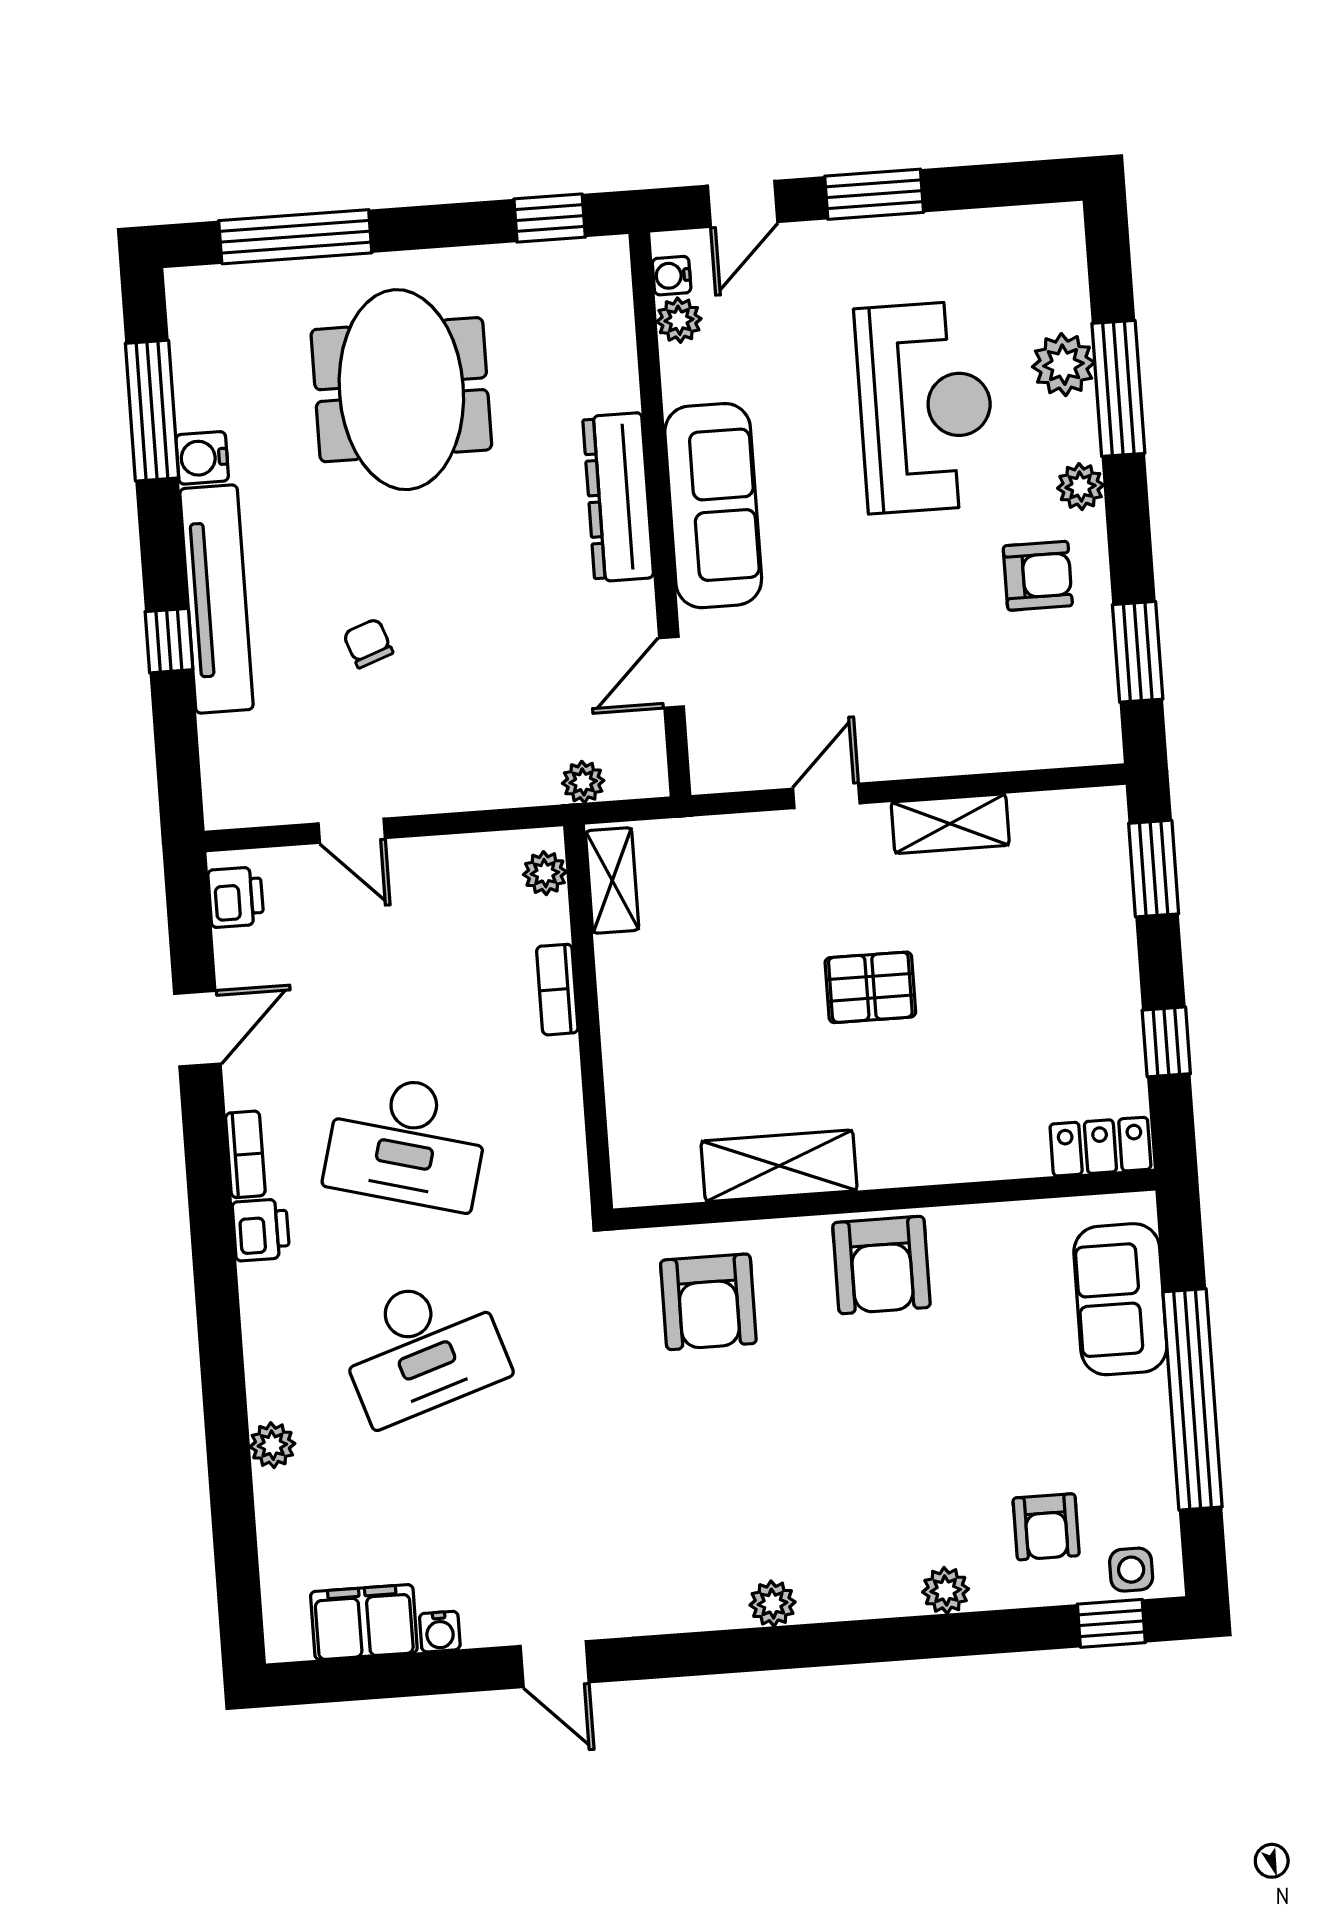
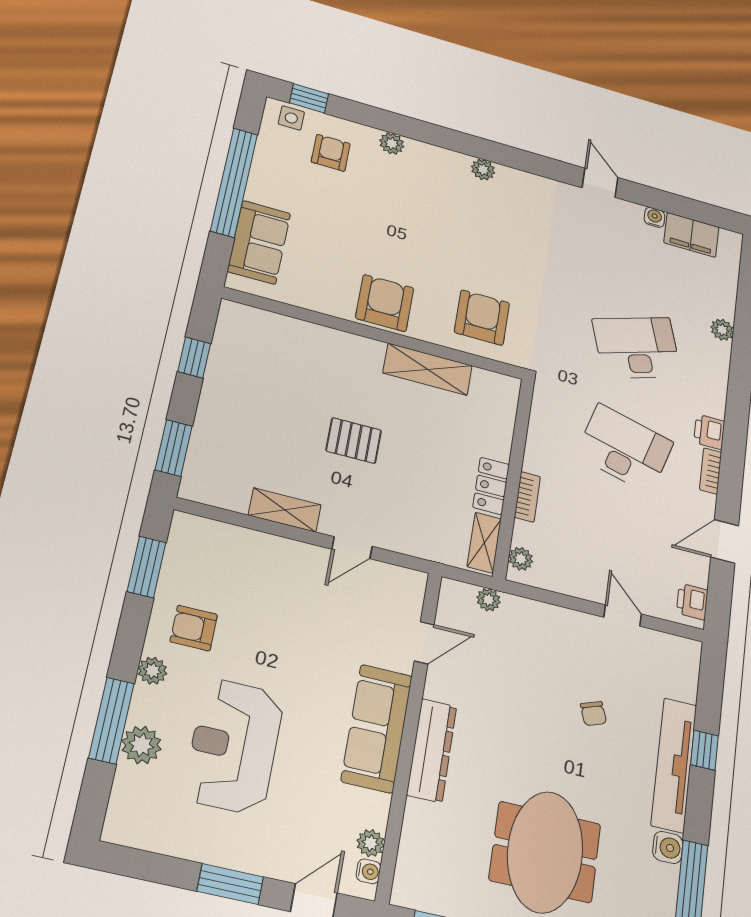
locker: (1100, 1147) -> (491, 486), moved, turned 90

